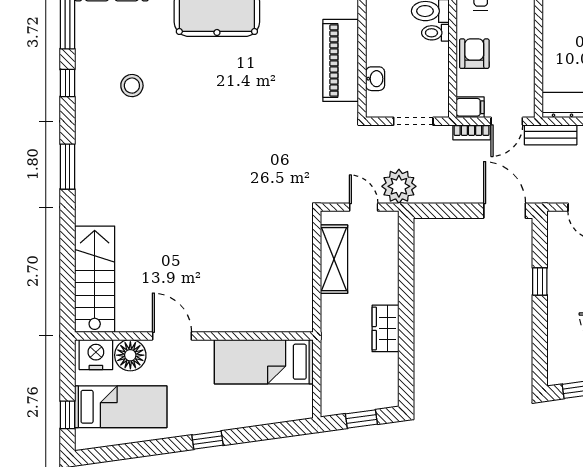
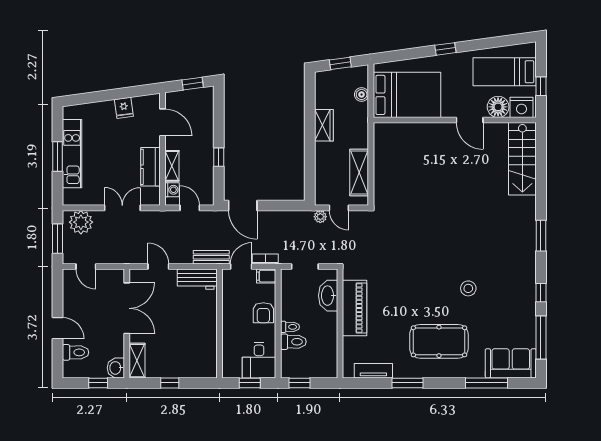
washbasin: (375, 79) -> (328, 296), width x1.91, depth x1.45
stool: (132, 86) -> (468, 288), moved
plant: (399, 186) -> (320, 217), width x0.53, depth x0.53
bed: (264, 362) -> (407, 95), width x1.50
boiler: (330, 373) -> (362, 94), added
window: (67, 415) -> (541, 86), moved

